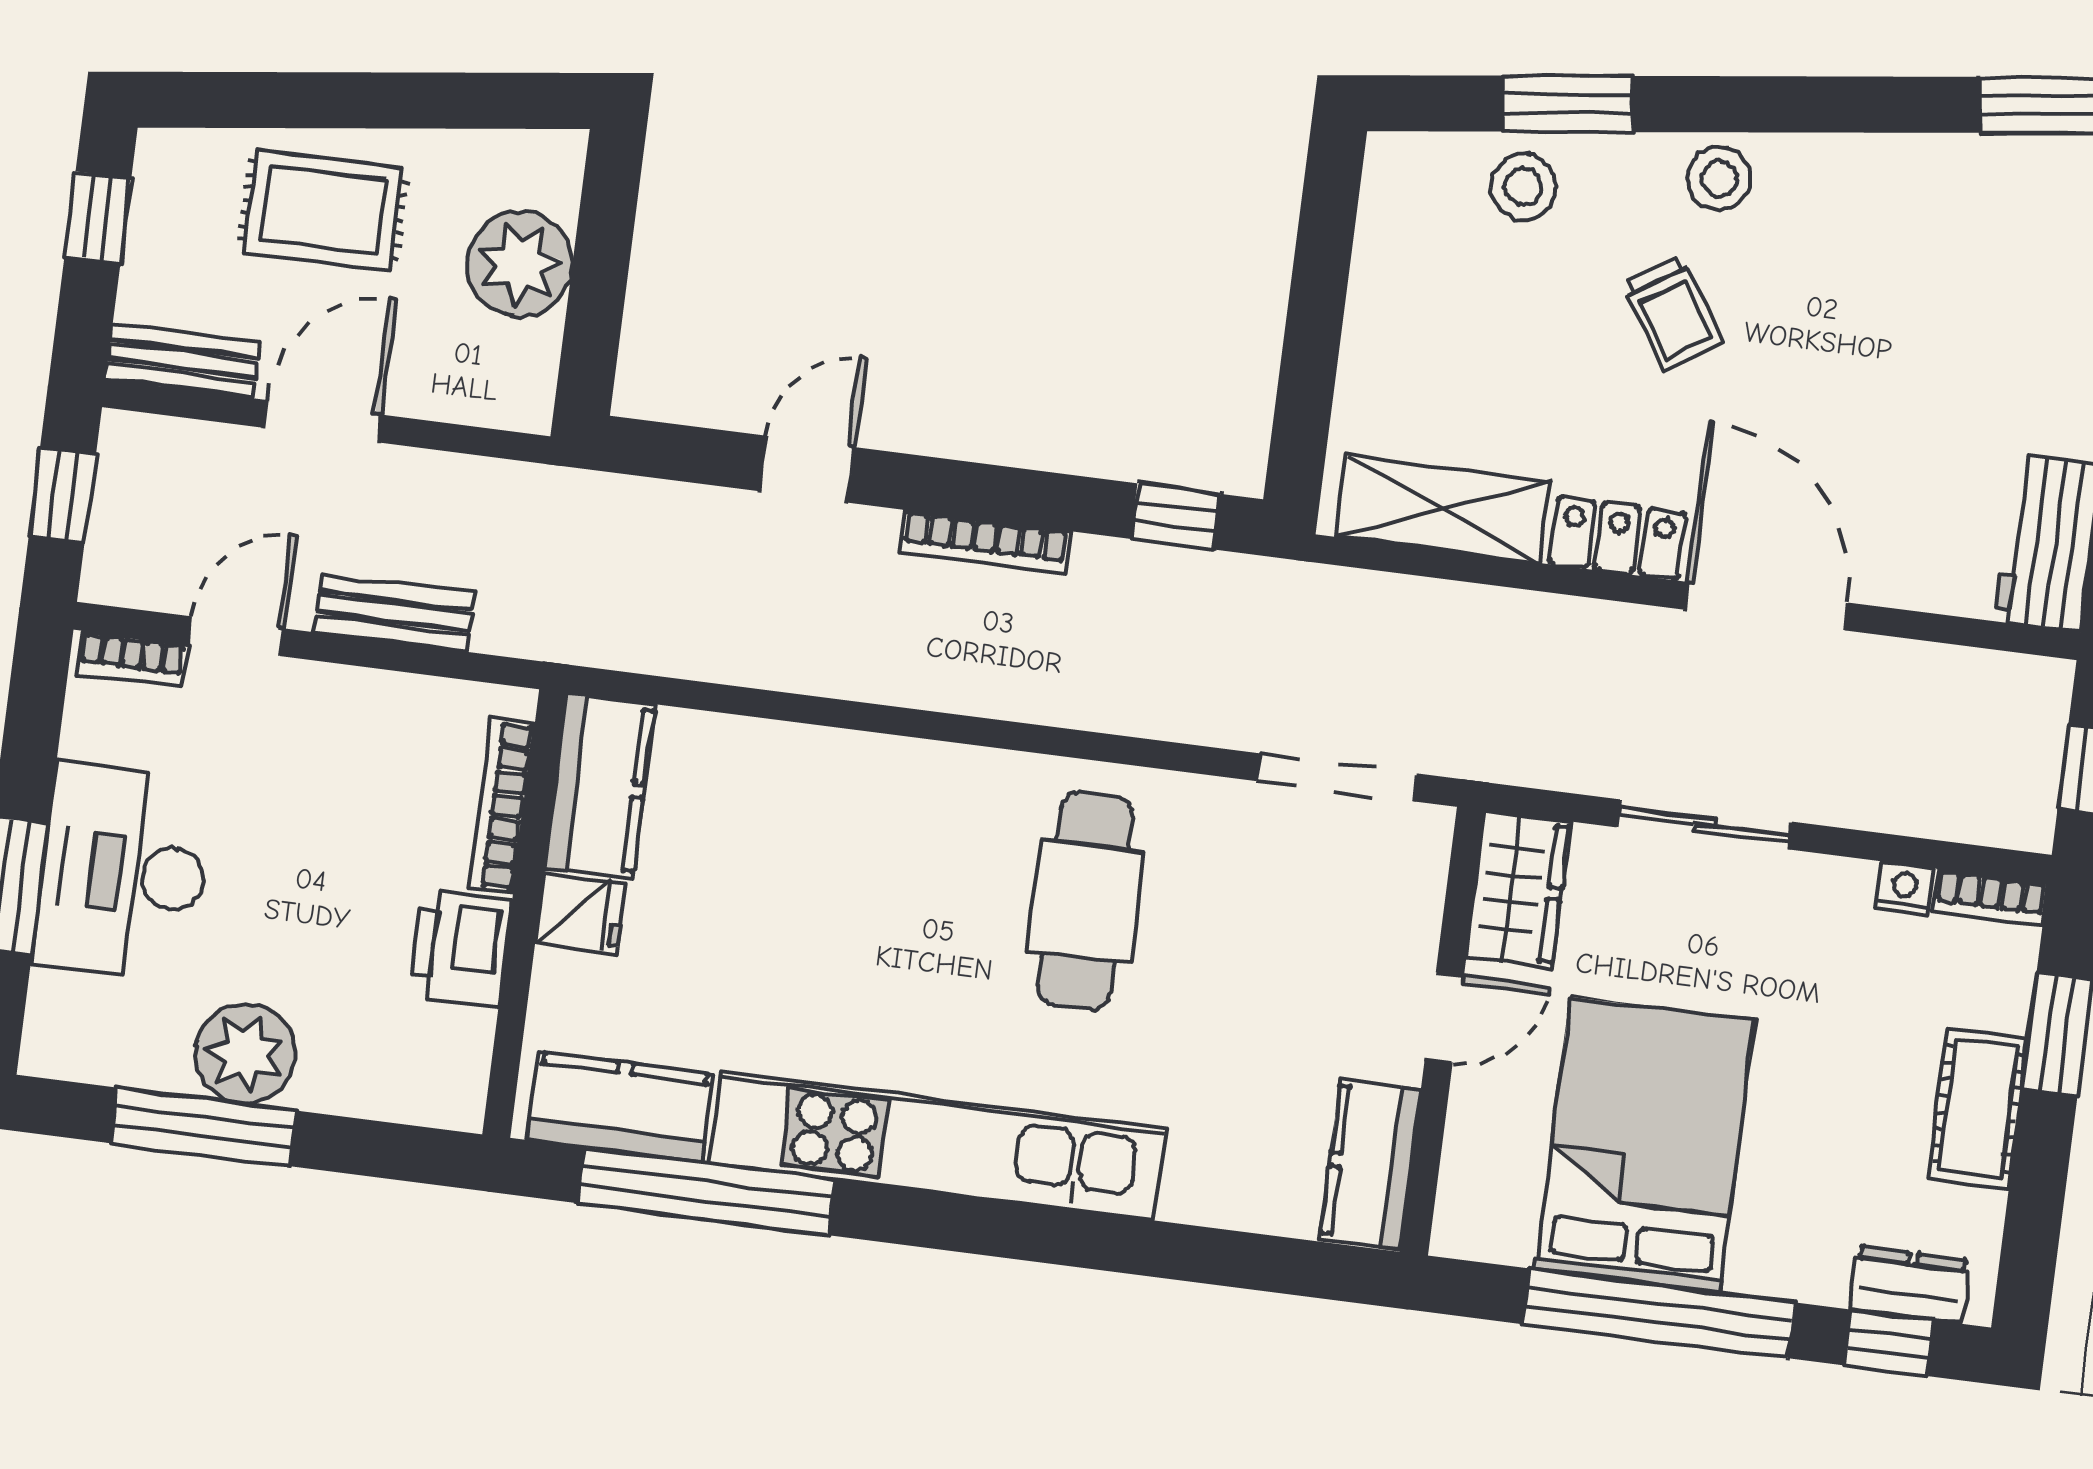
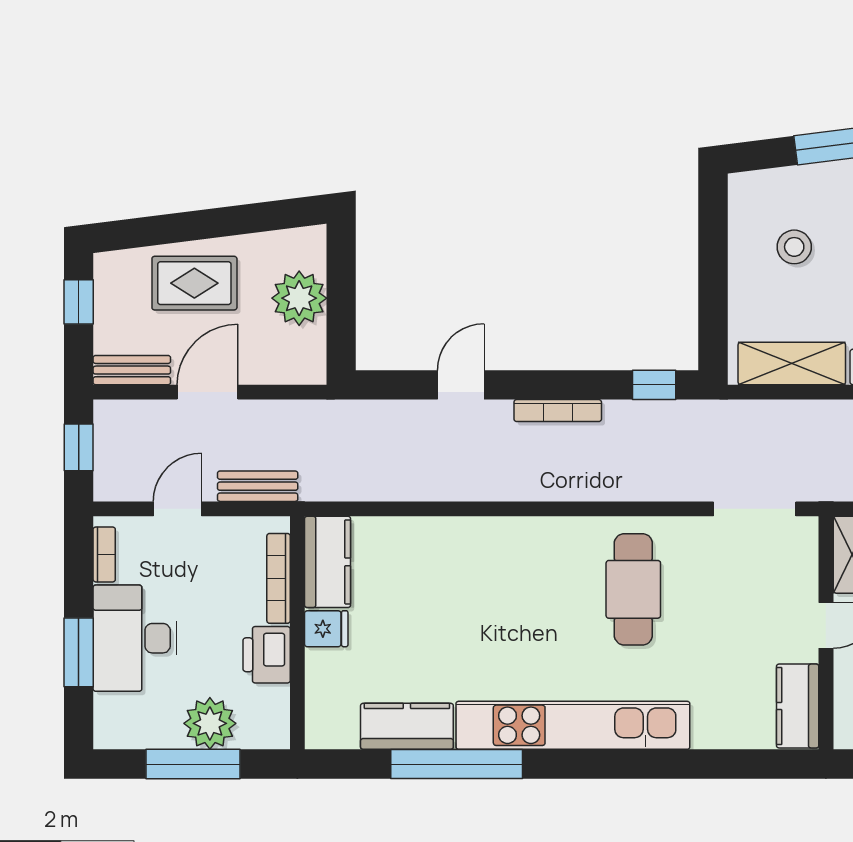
stool: (1523, 187) -> (794, 247), moved
bookcase: (132, 659) -> (104, 554), moved, turned -90
kitchen counter: (600, 786) -> (328, 562), moved
bookcase: (502, 805) -> (279, 578), moved
fridge: (581, 913) -> (326, 629), moved
wall: (525, 914) -> (297, 633), moved
printer: (461, 948) -> (267, 655), moved

